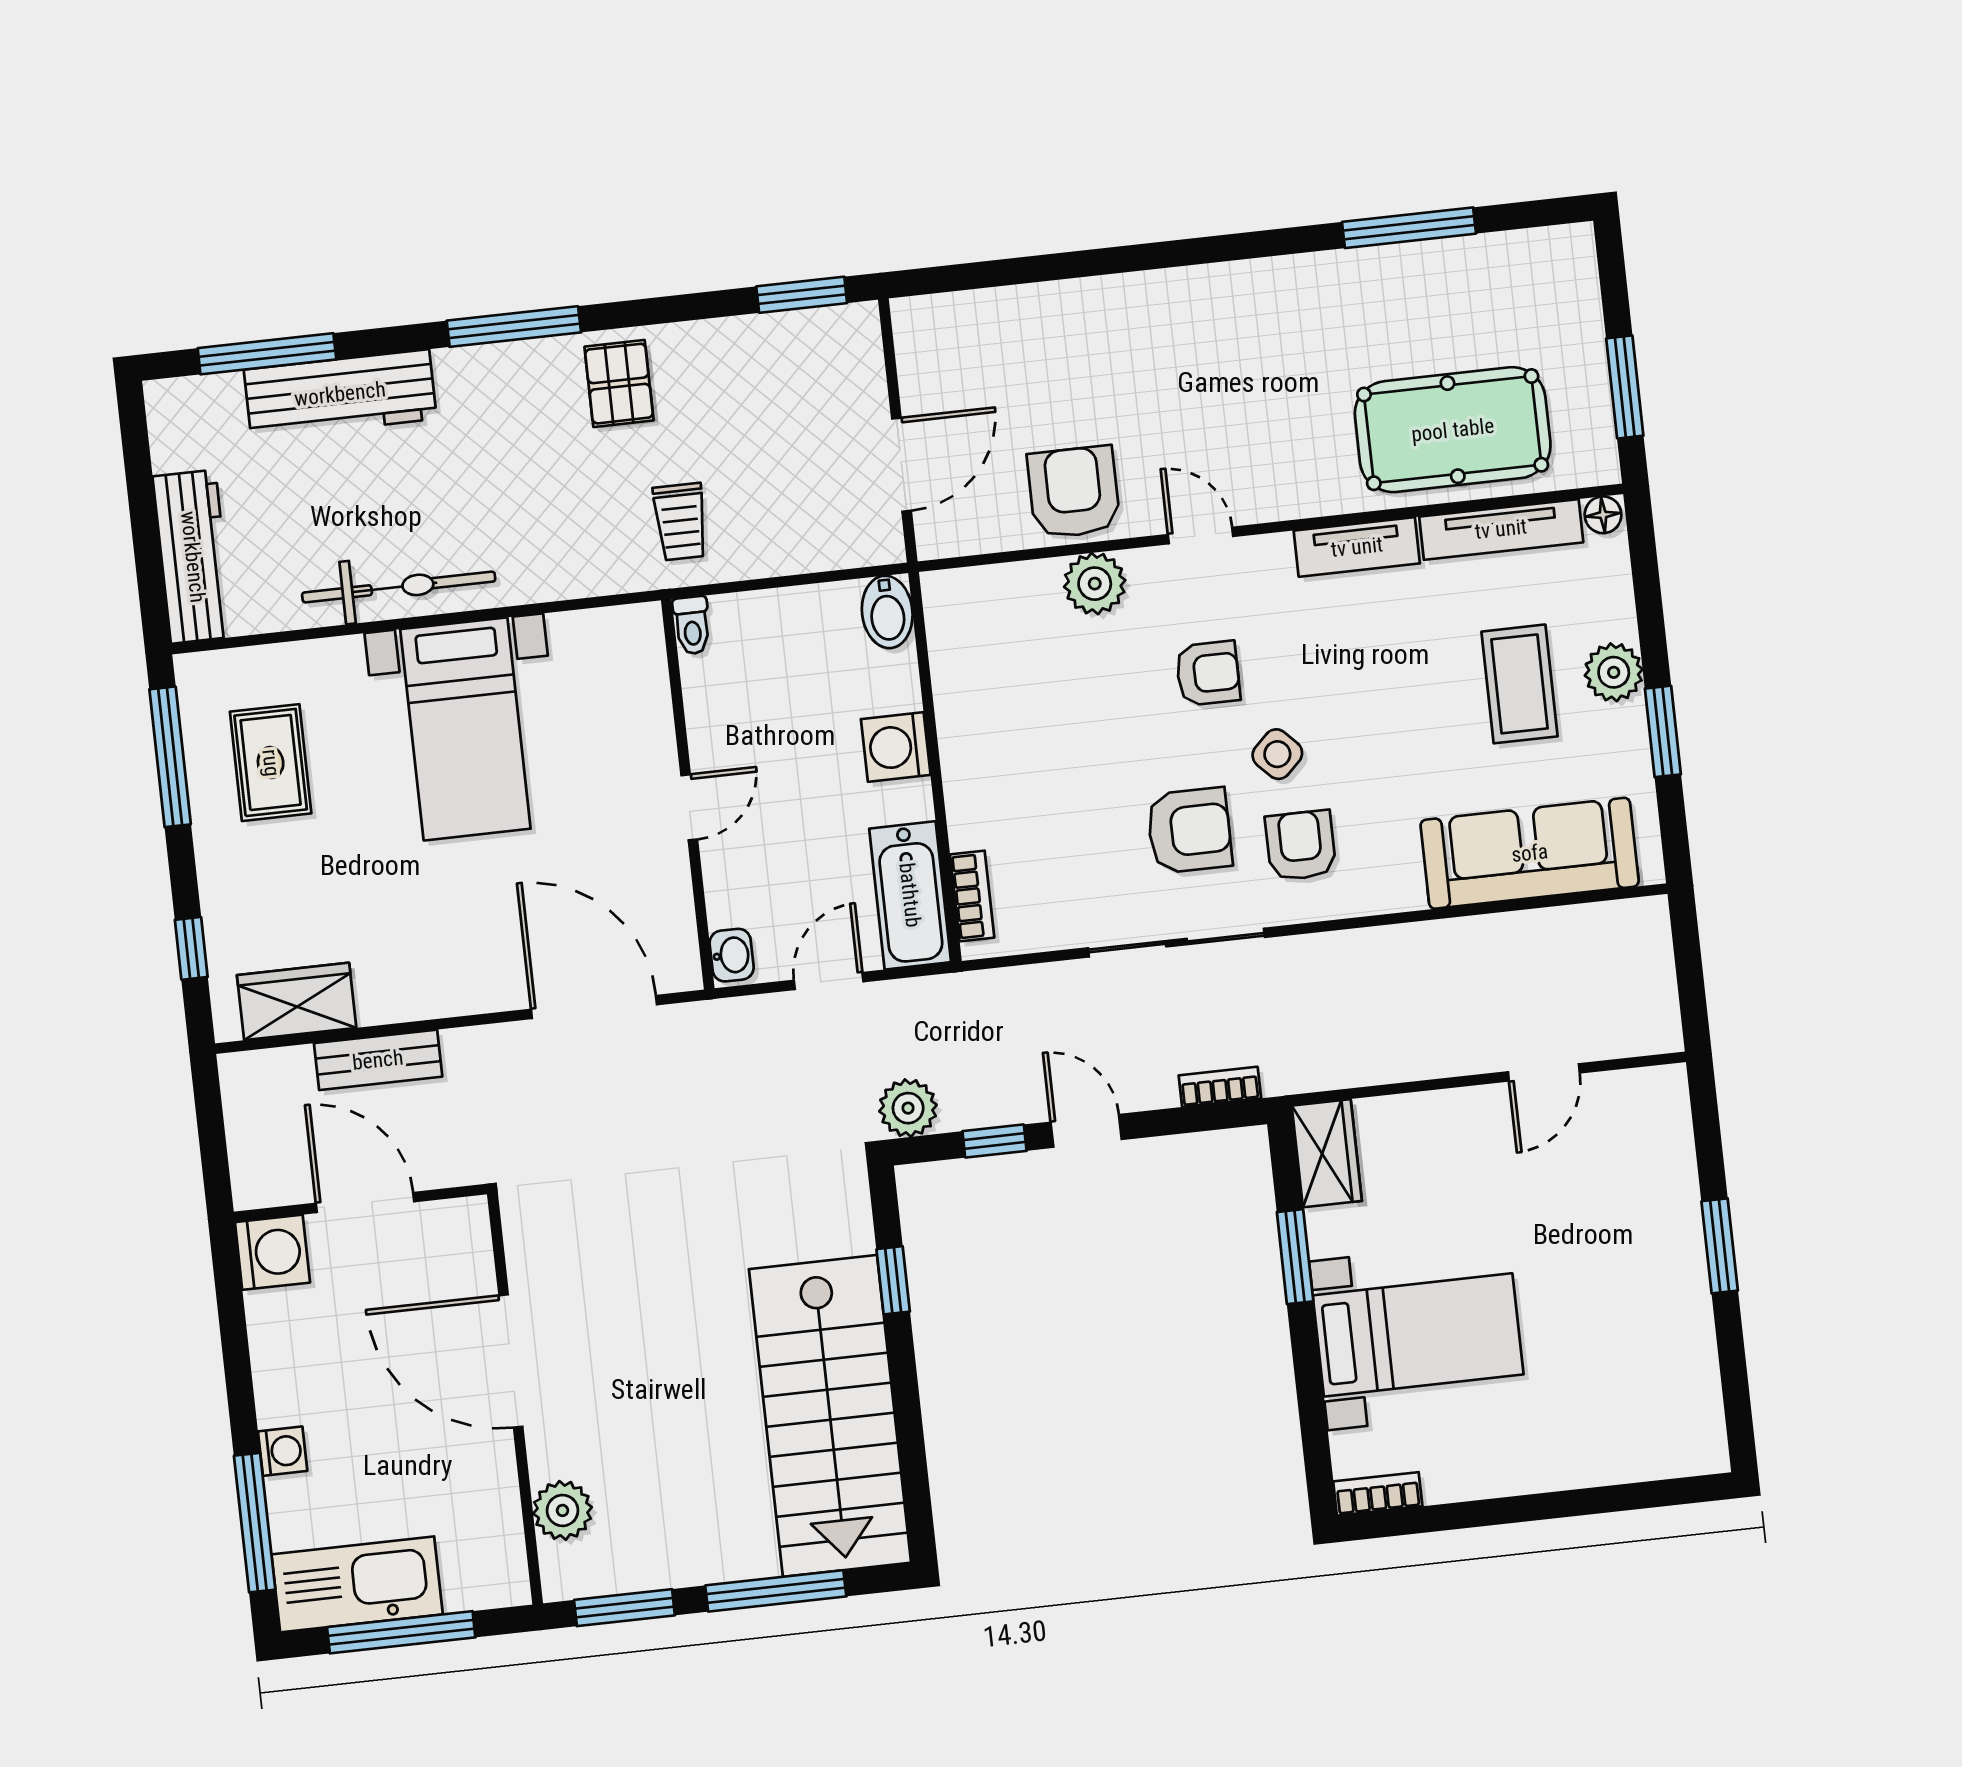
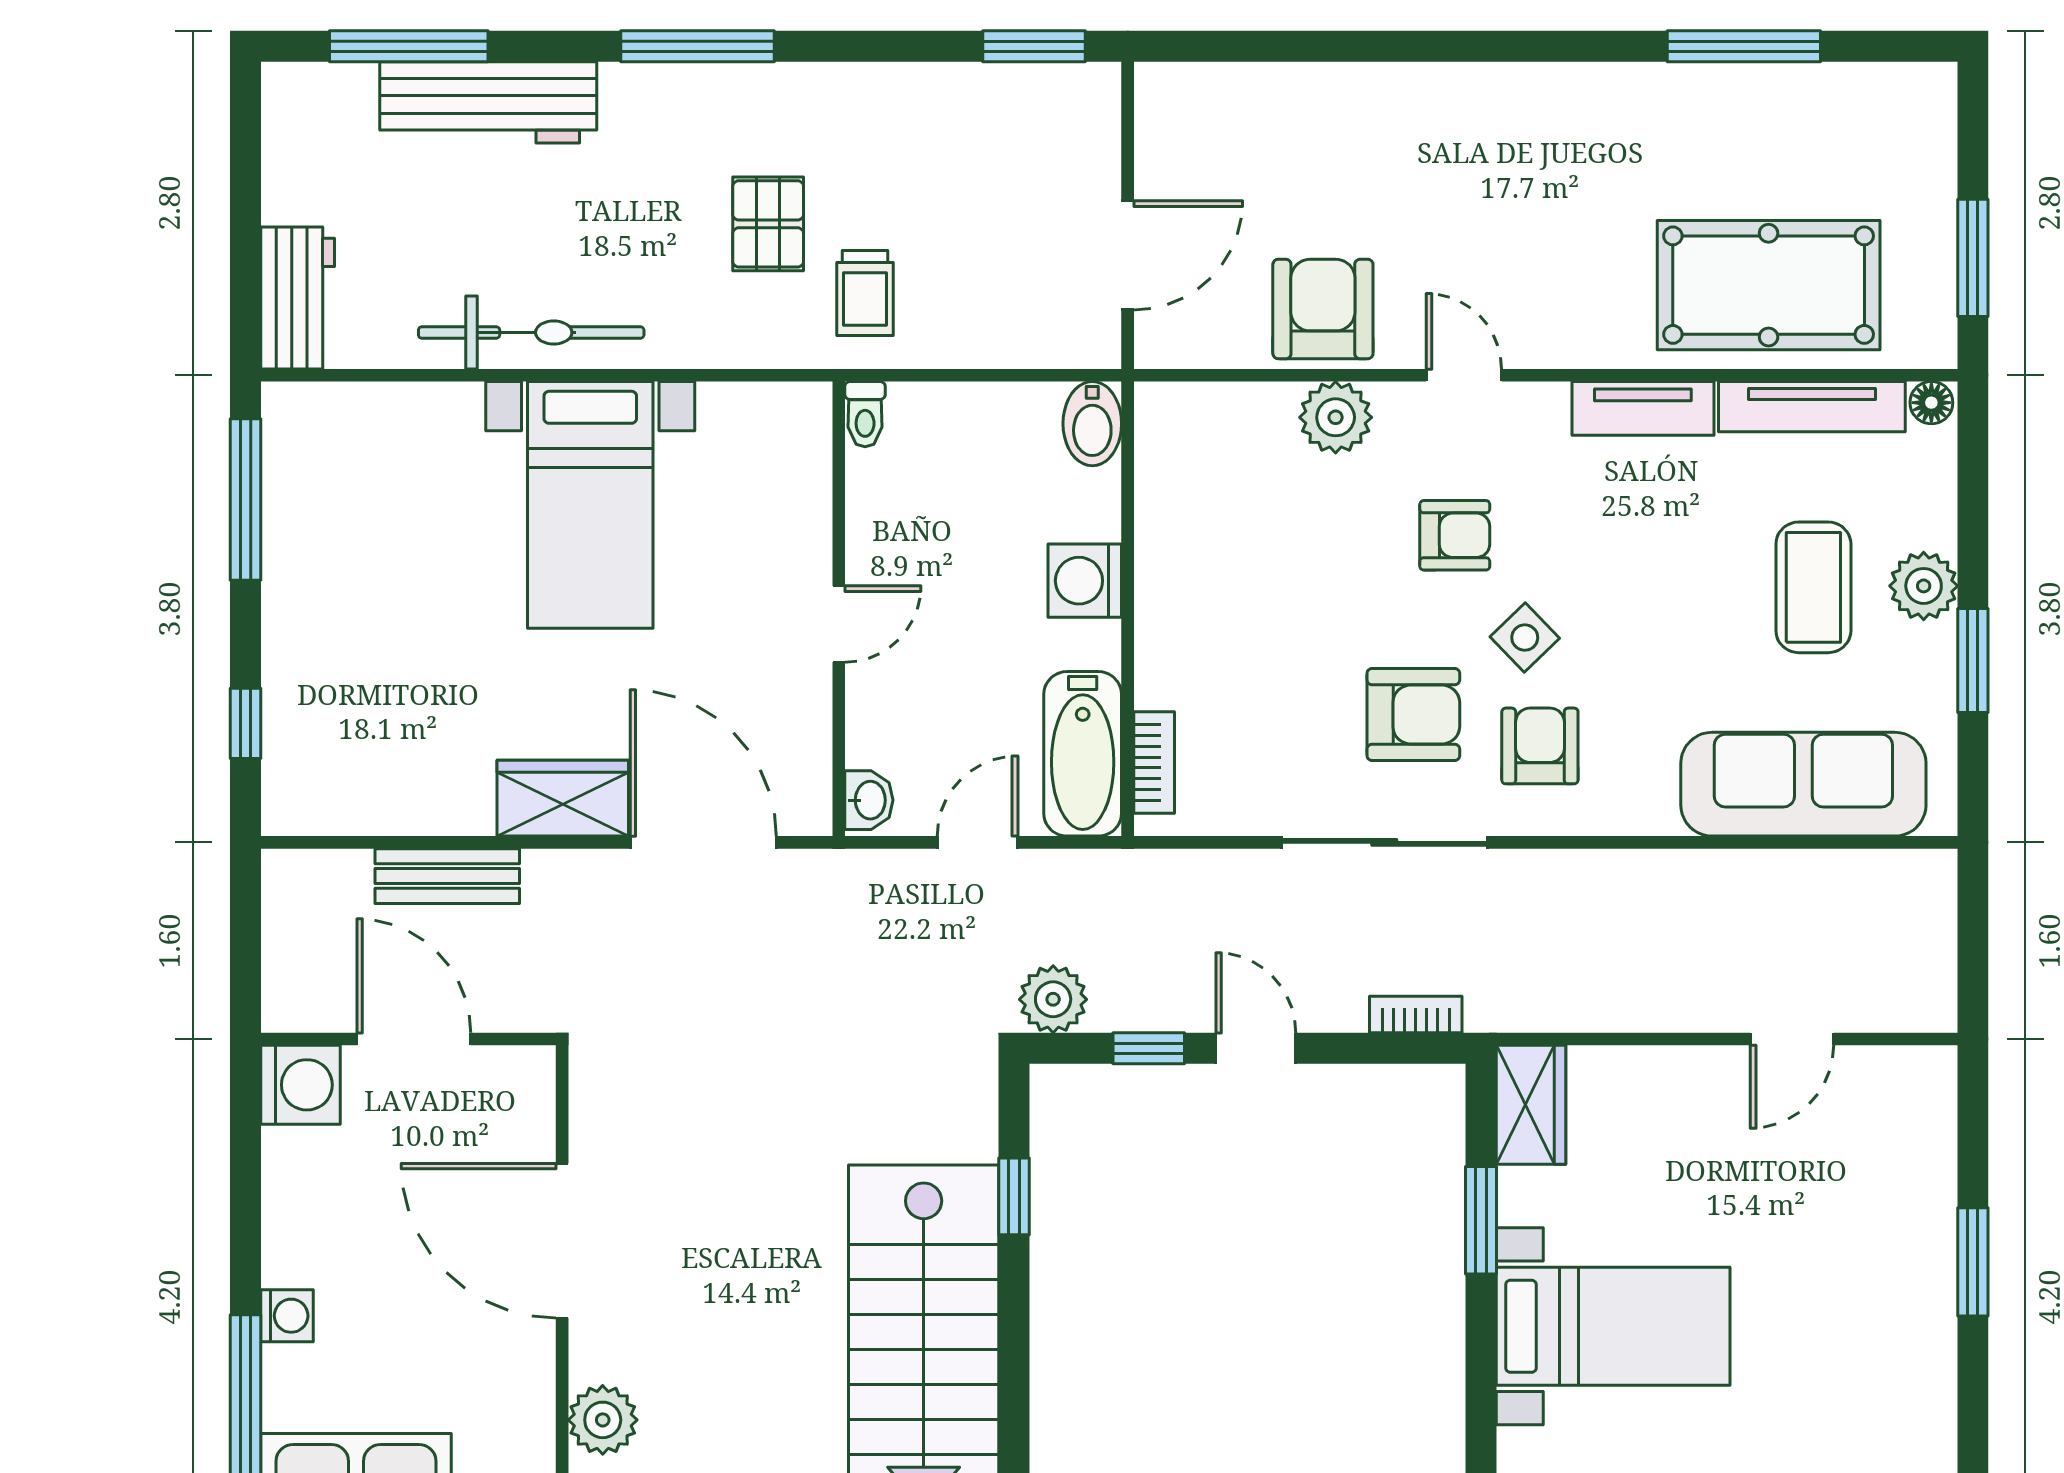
pallet: (619, 384) -> (768, 224), moved
workbench: (193, 557) -> (298, 298), width x0.73
rug: (271, 763) -> (361, 519), removed
wardrobe: (297, 1001) -> (563, 798), moved

